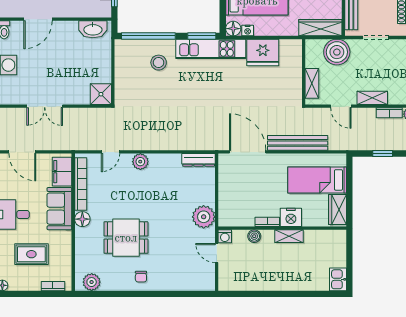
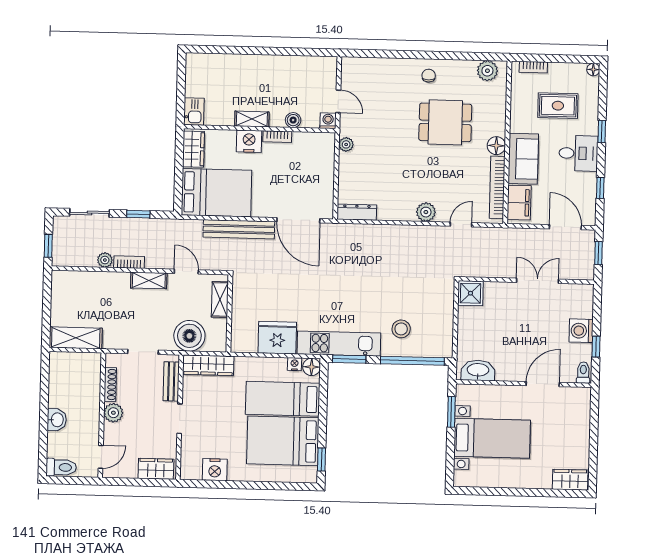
bed: (317, 180) -> (217, 193), width x1.50
plant: (204, 217) -> (346, 144), width x0.53, depth x0.53
kitchen sink: (338, 279) -> (194, 111), moved

